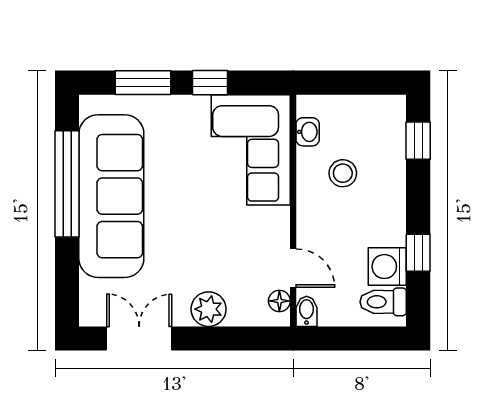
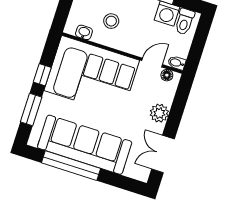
corner sofa: (251, 150) -> (92, 75), width x1.36, depth x1.36

